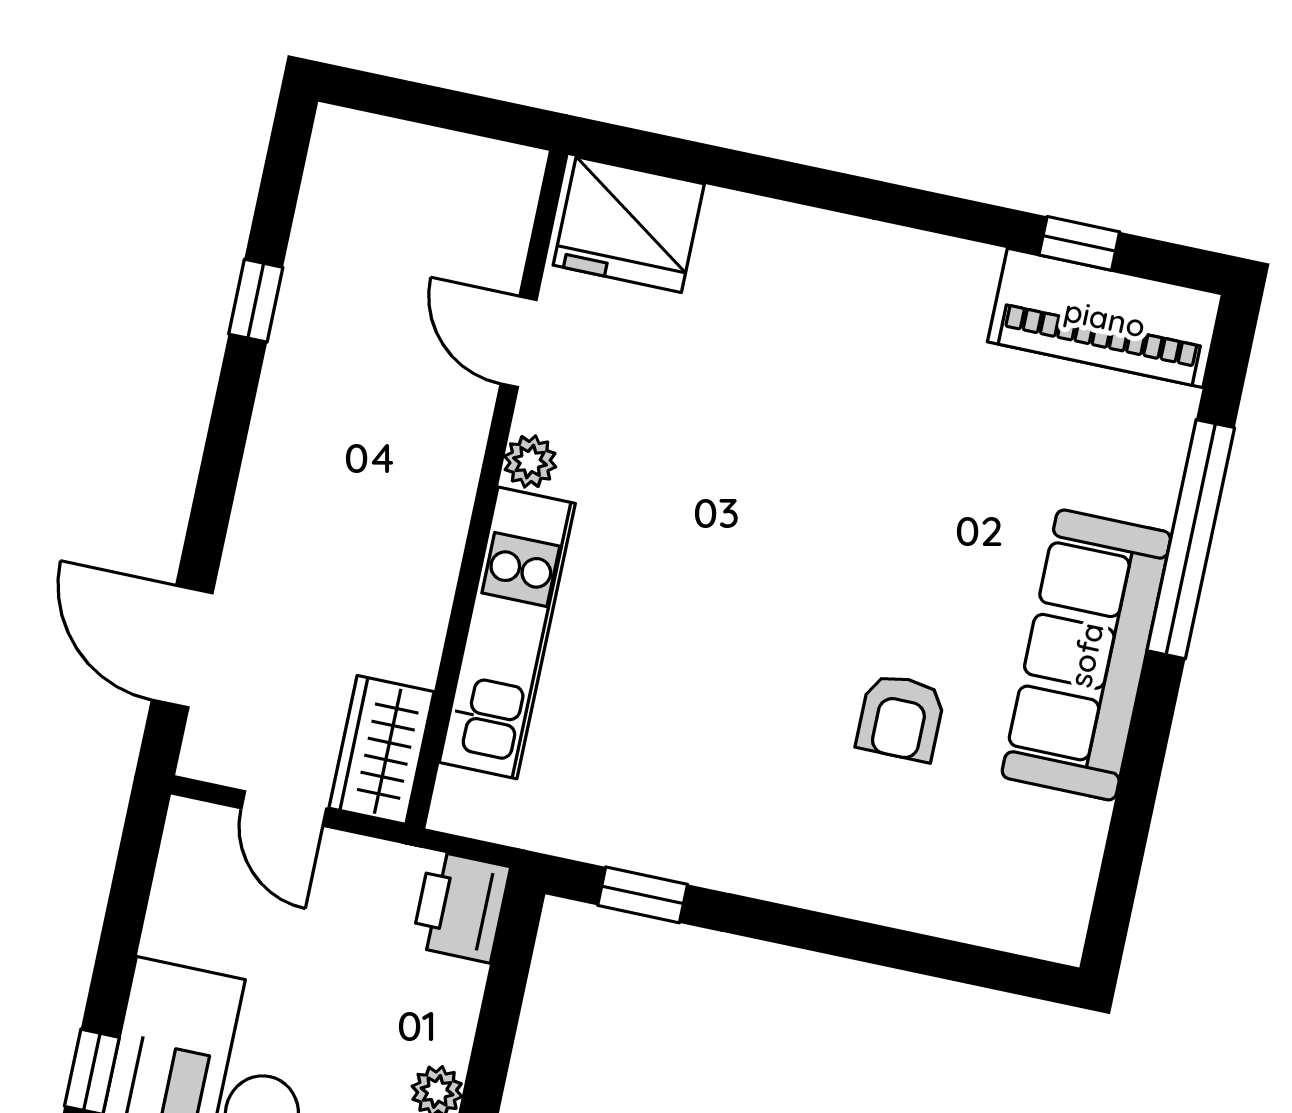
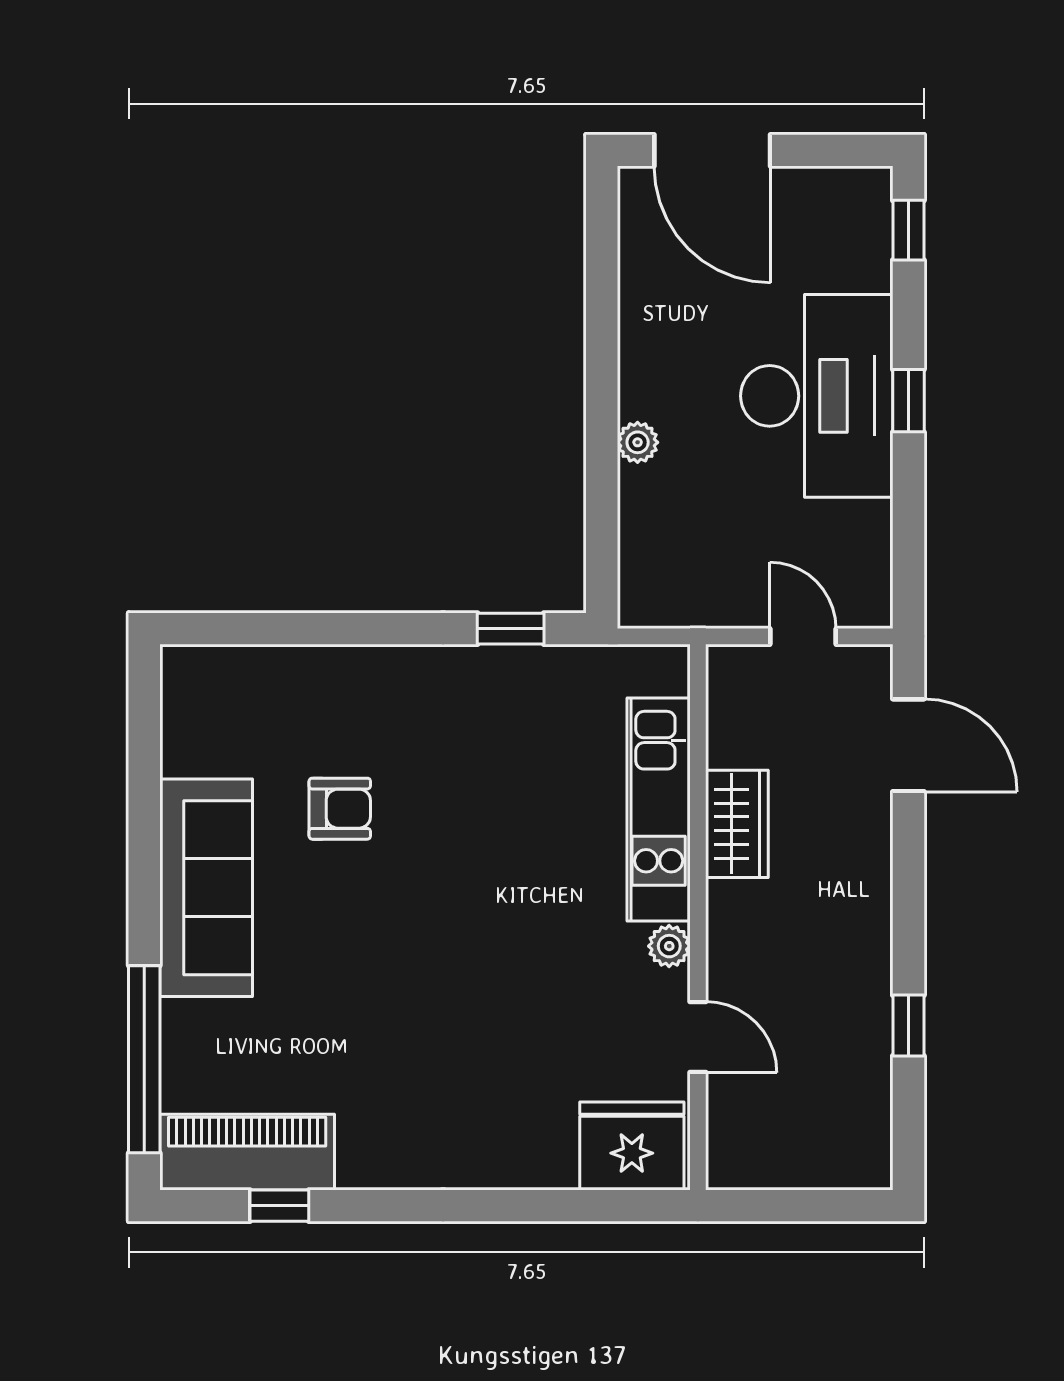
window: (1191, 539) -> (144, 1059), moved
armchair: (901, 717) -> (340, 809), turned 90
wardrobe: (382, 750) -> (737, 824), moved
printer: (461, 907) -> (650, 590), removed

